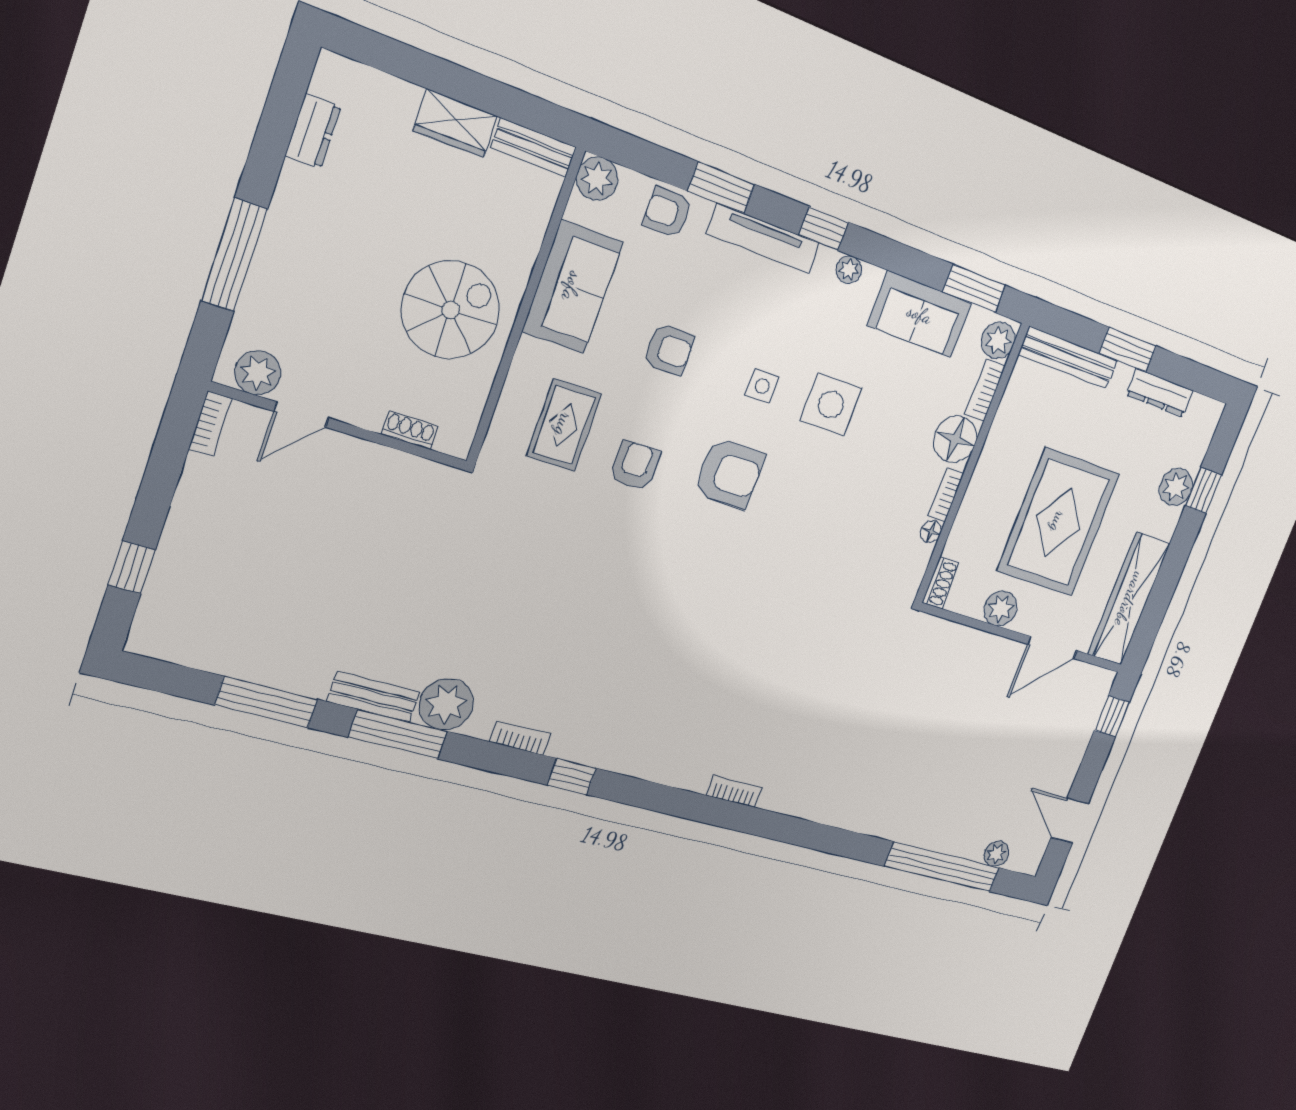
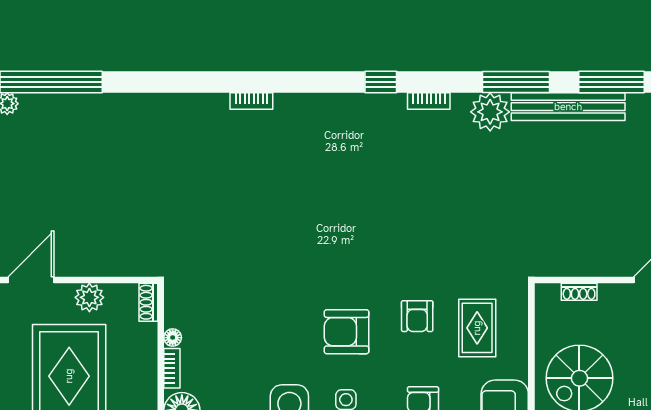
bench: (373, 697) -> (568, 107), width x1.86, depth x1.21

